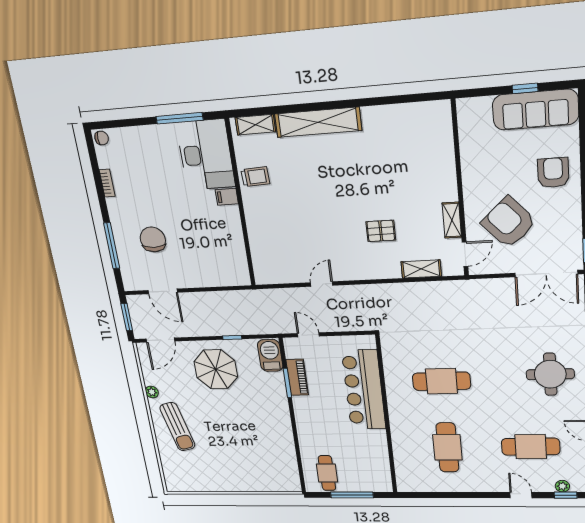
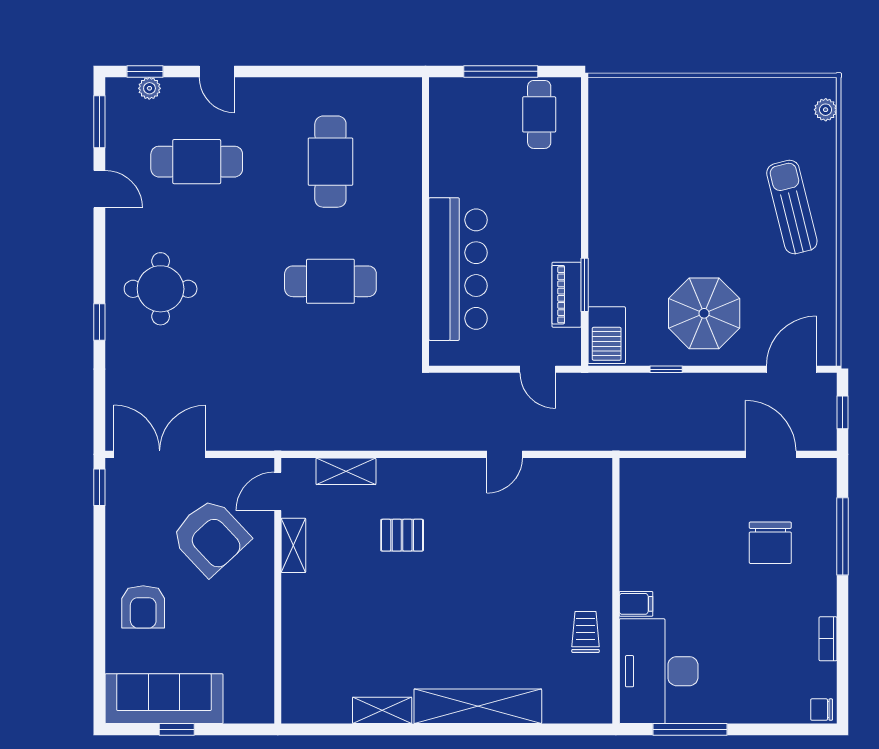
shelving: (255, 125) -> (382, 710), moved
trolley: (255, 177) -> (586, 632), turned 93
window: (127, 317) -> (843, 412), width x0.67
plant: (152, 392) -> (826, 110), moved

